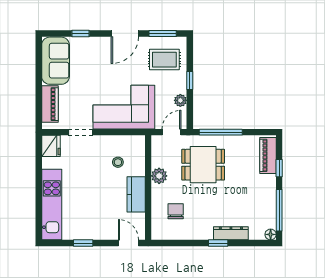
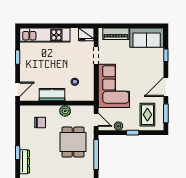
door: (125, 33) -> (166, 87), hinge flipped

